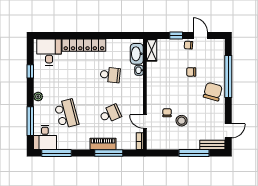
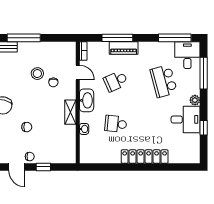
shelving: (152, 50) -> (70, 112), moved
desk: (49, 52) -> (186, 119), moved, turned -90
washbasin: (137, 54) -> (87, 100), moved

